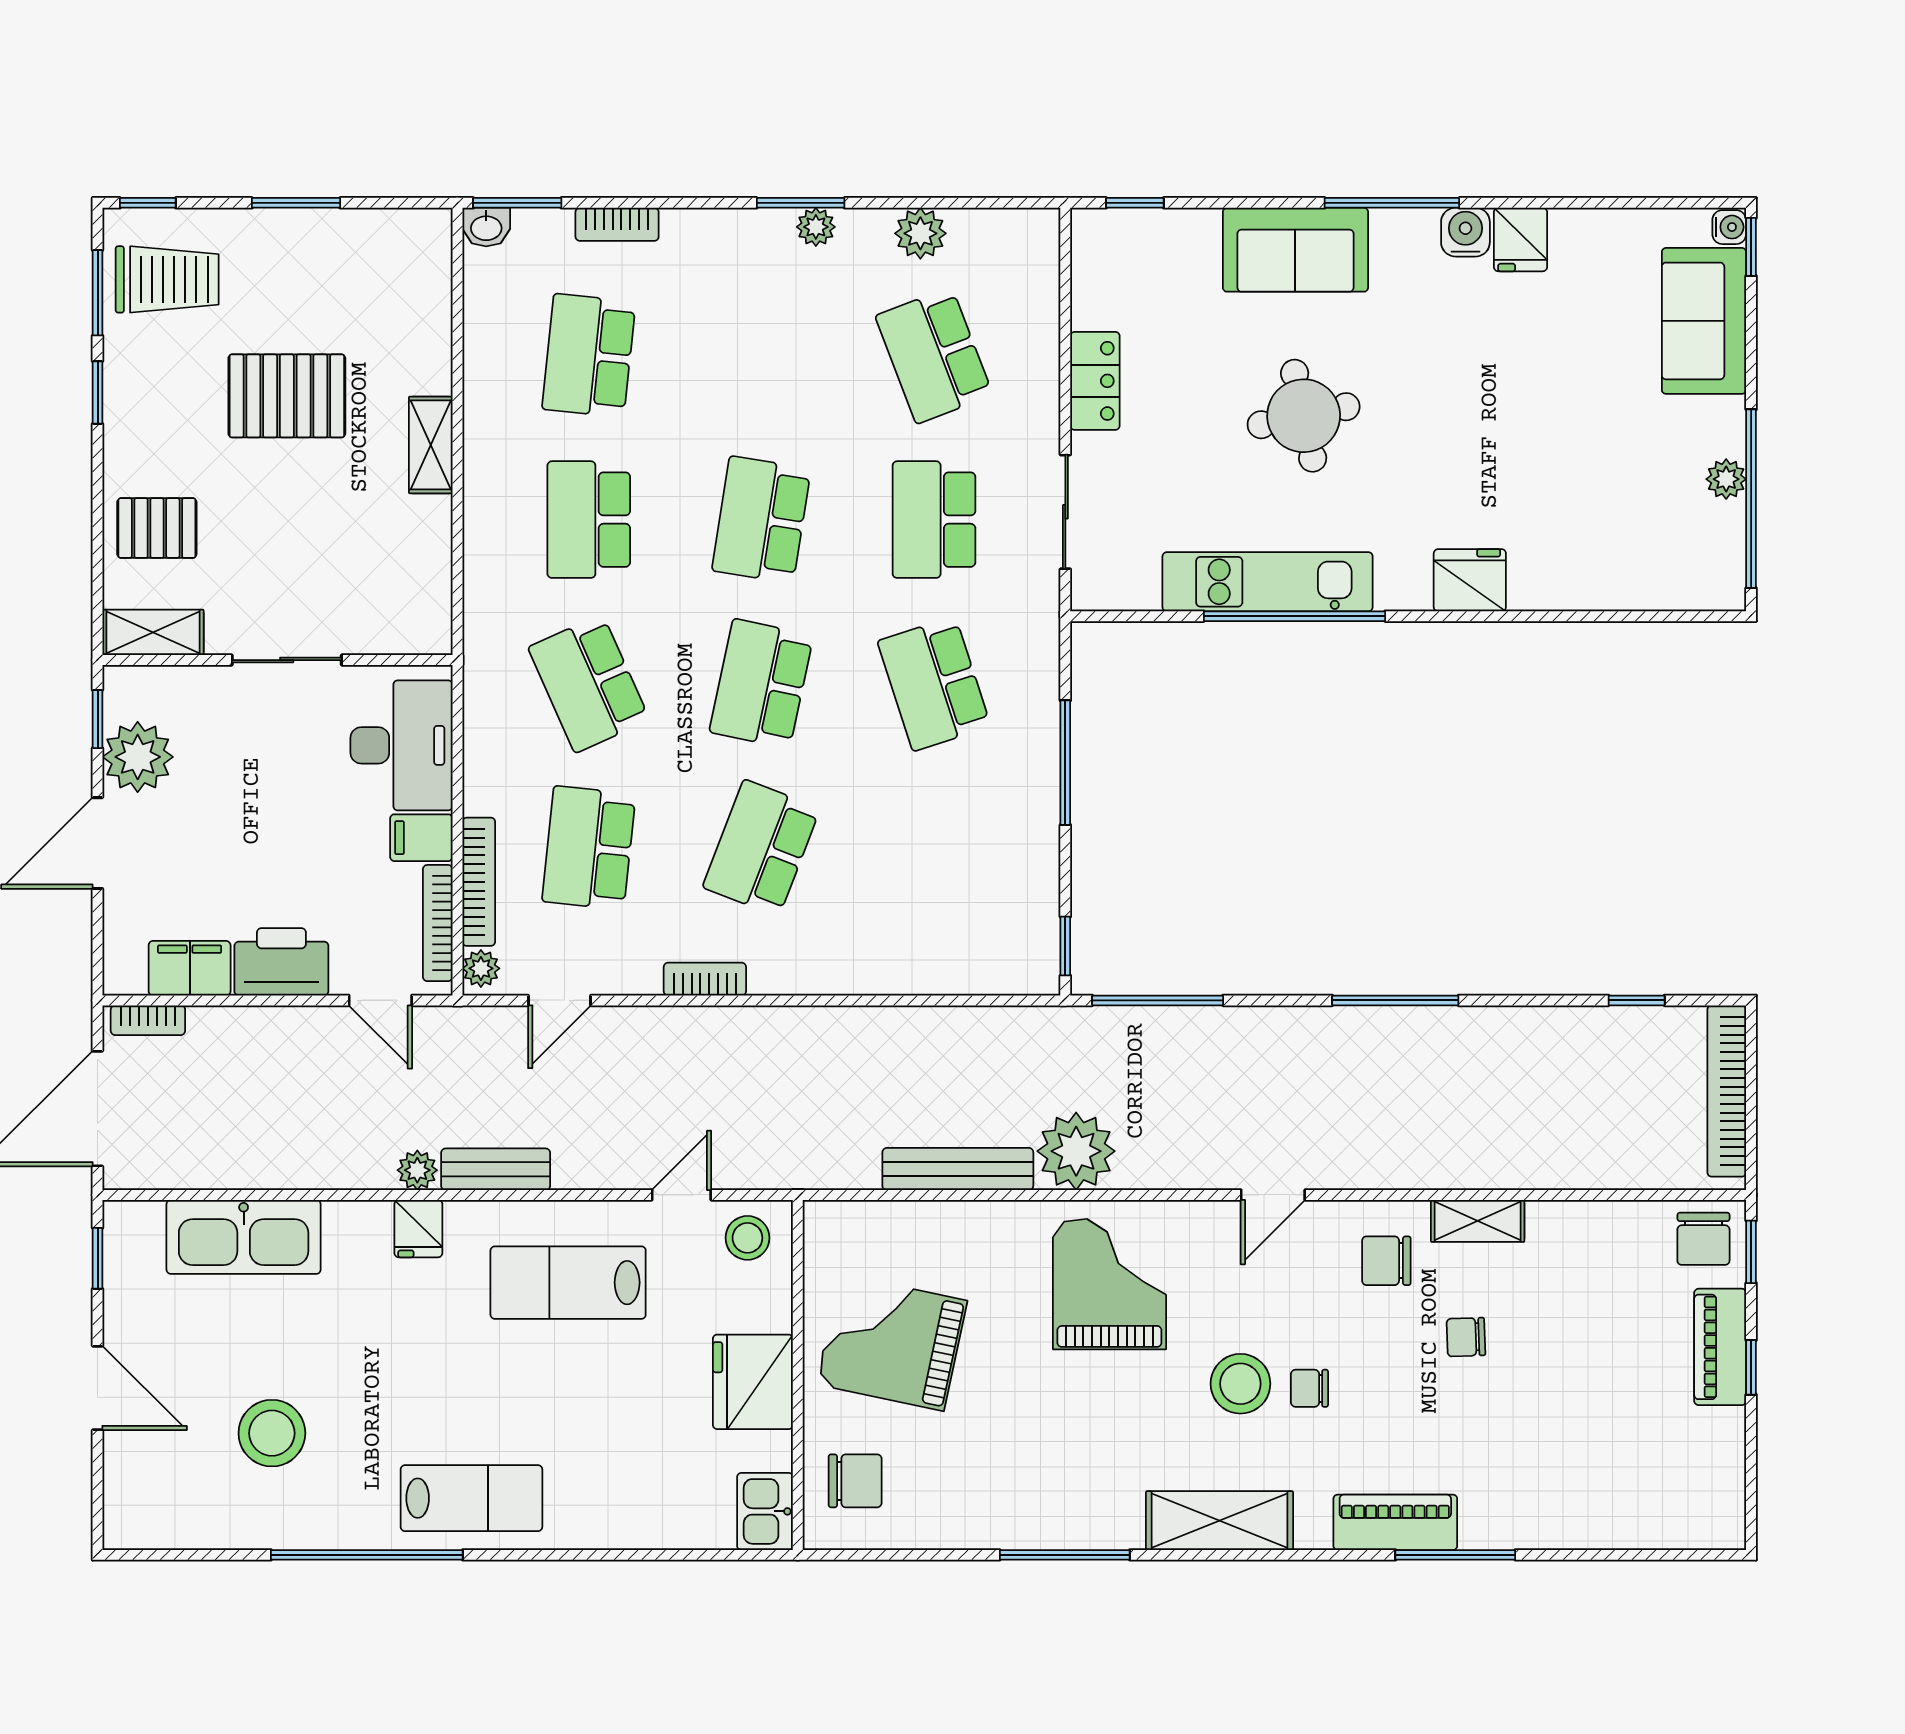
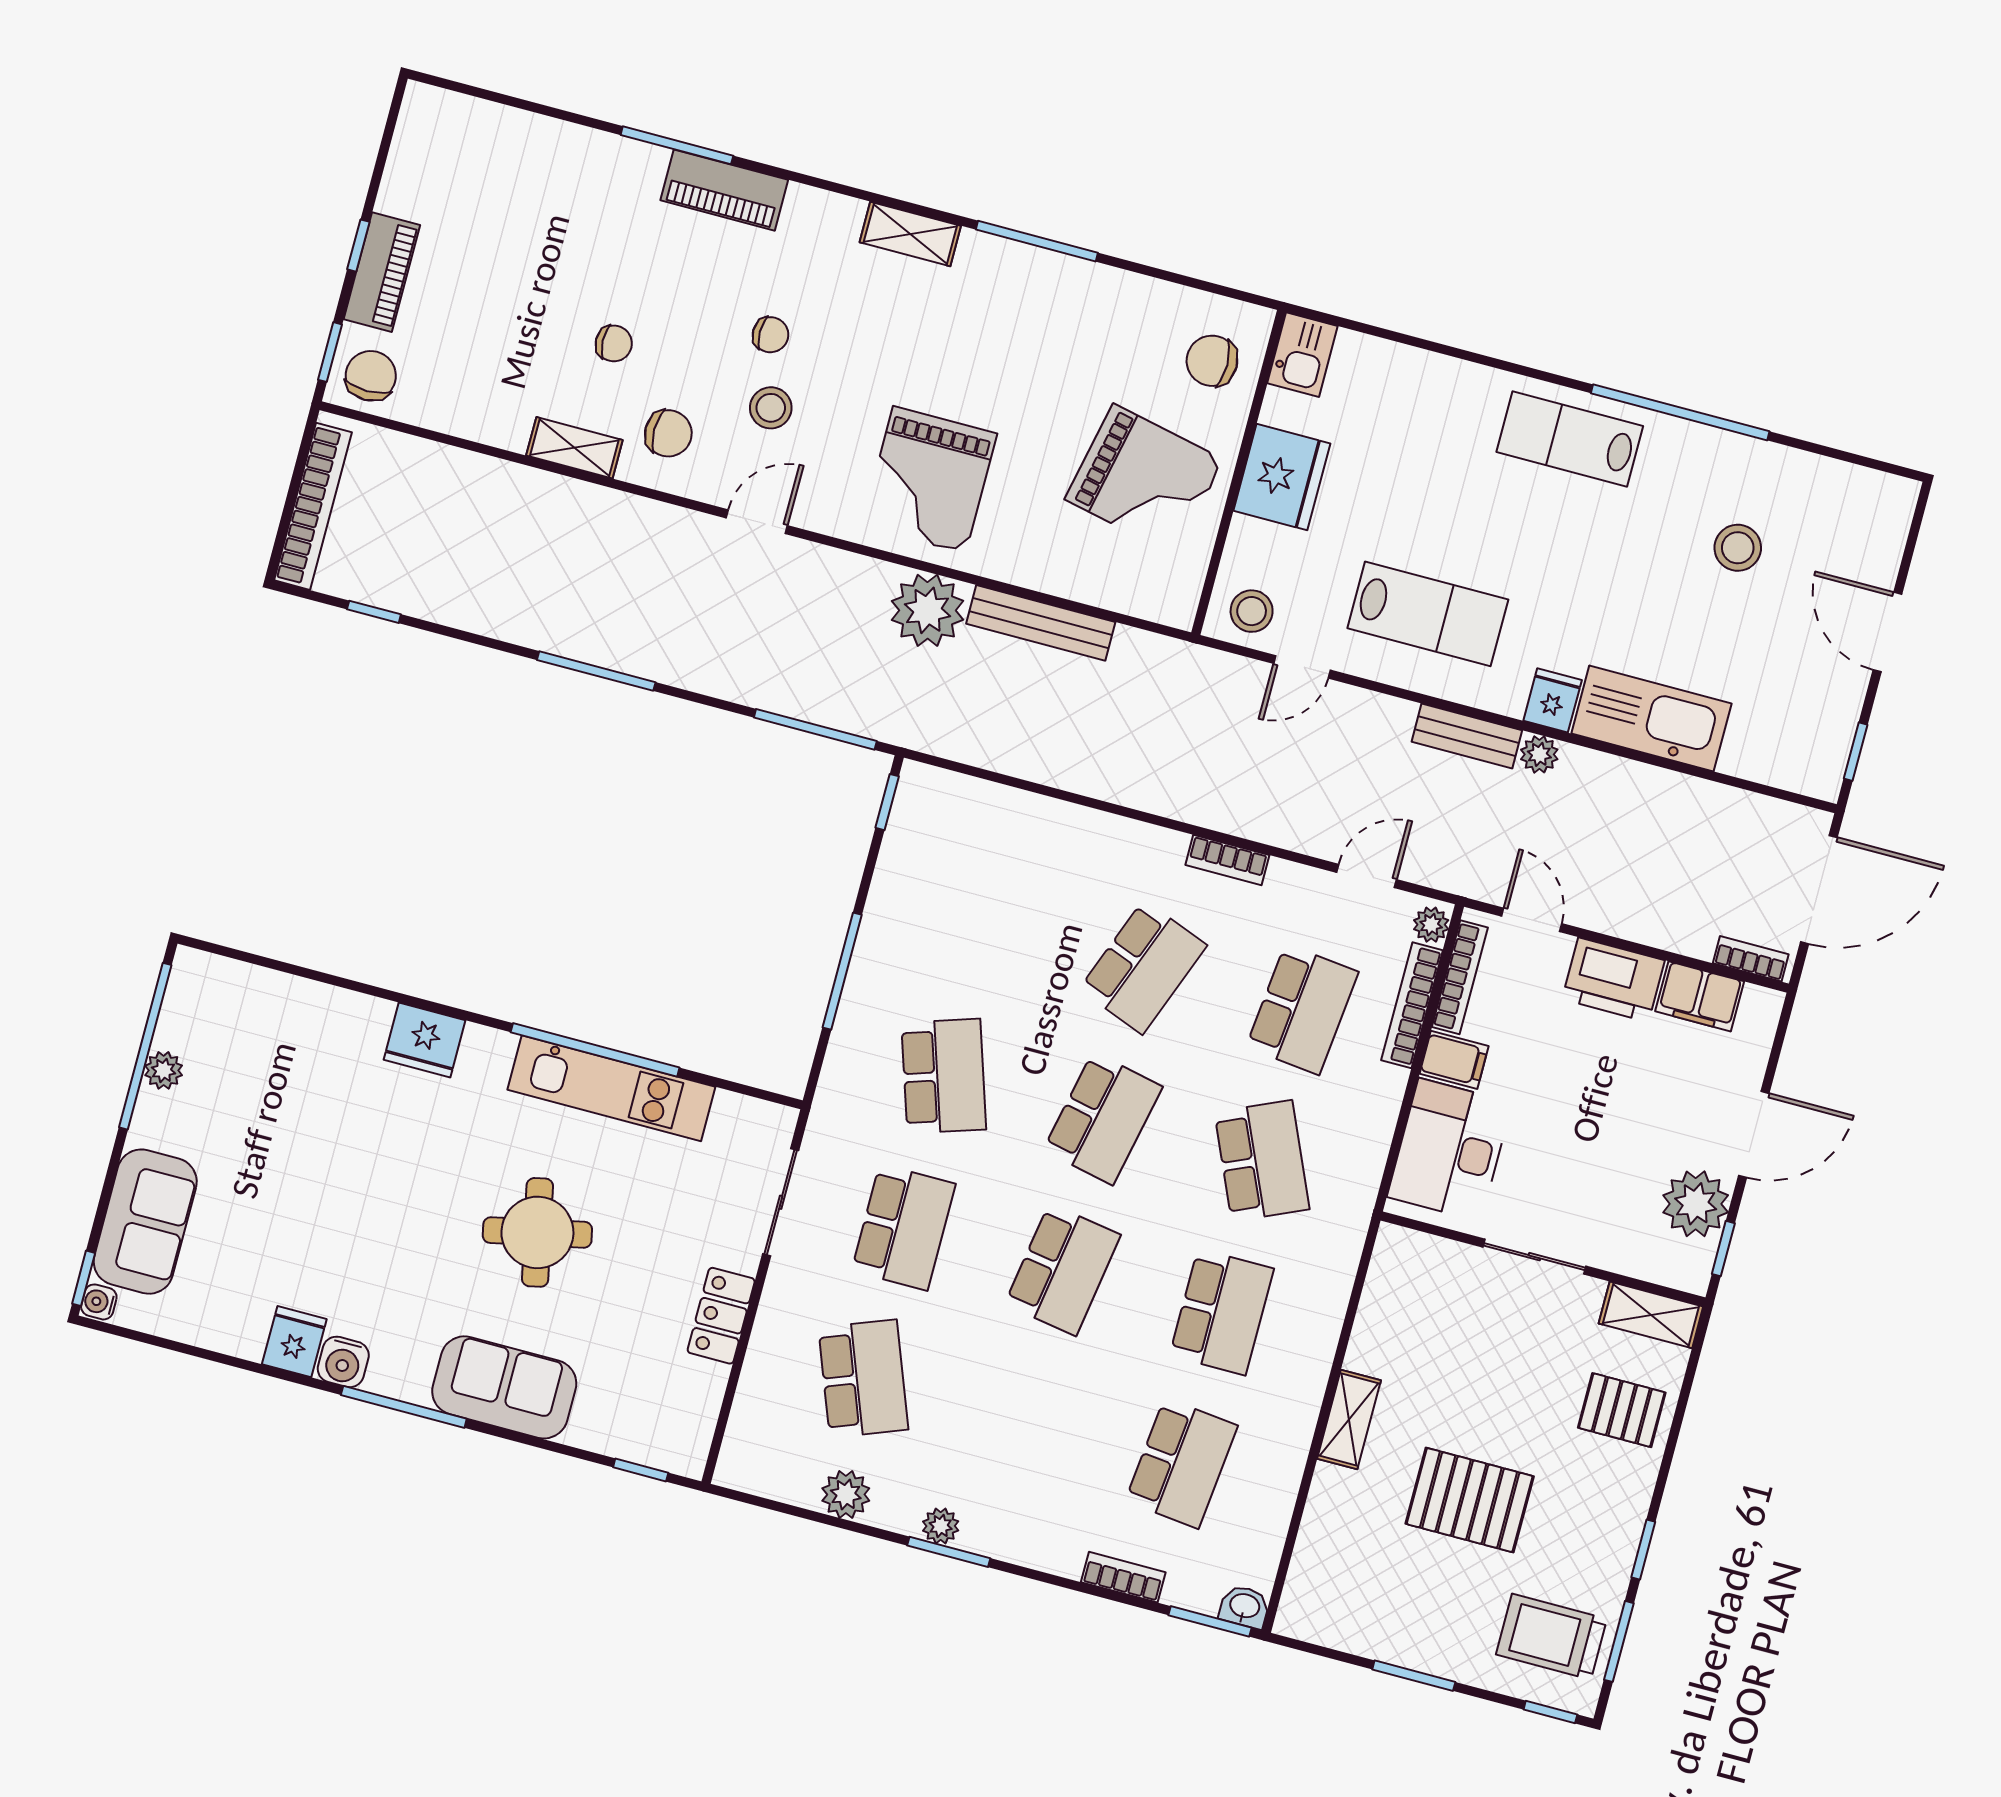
kitchen sink: (244, 1237) -> (1651, 718), moved
stool: (1240, 1384) -> (771, 408), moved, width x0.73, depth x0.73
stool: (272, 1433) -> (1738, 548), width x0.73, depth x0.73
shelving: (1219, 1521) -> (910, 234), width x0.67, depth x0.75

